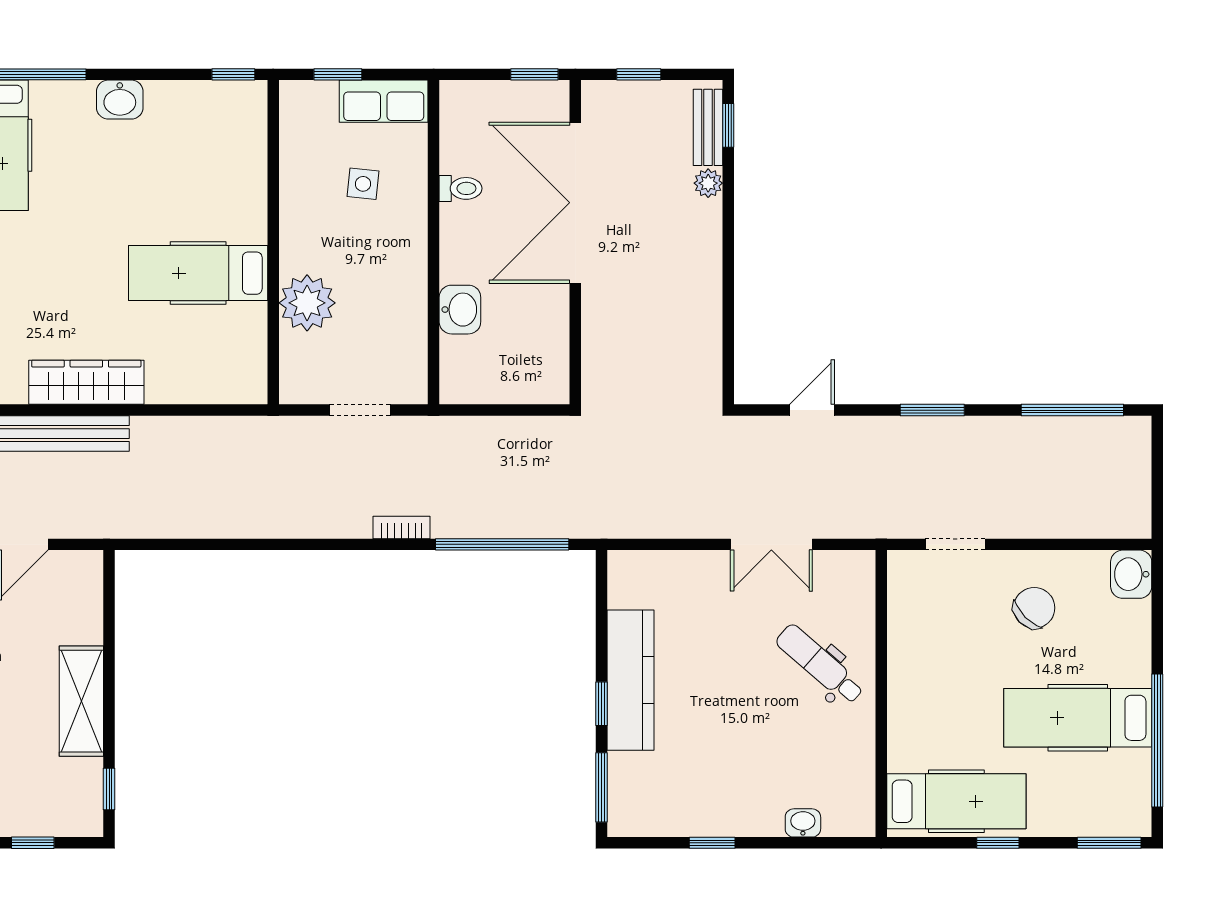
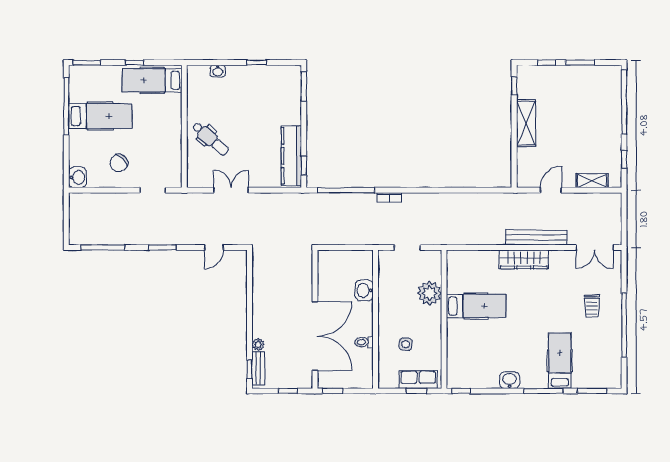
row of seats: (384, 101) -> (418, 379), moved
kitchen counter: (630, 680) -> (291, 156), moved
window: (601, 704) -> (304, 166), moved

